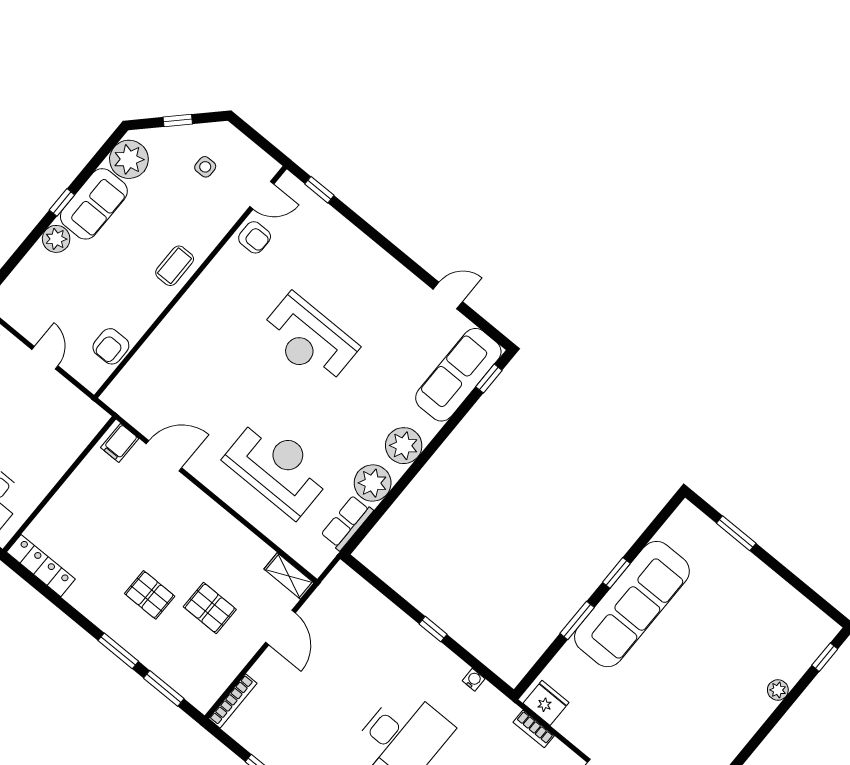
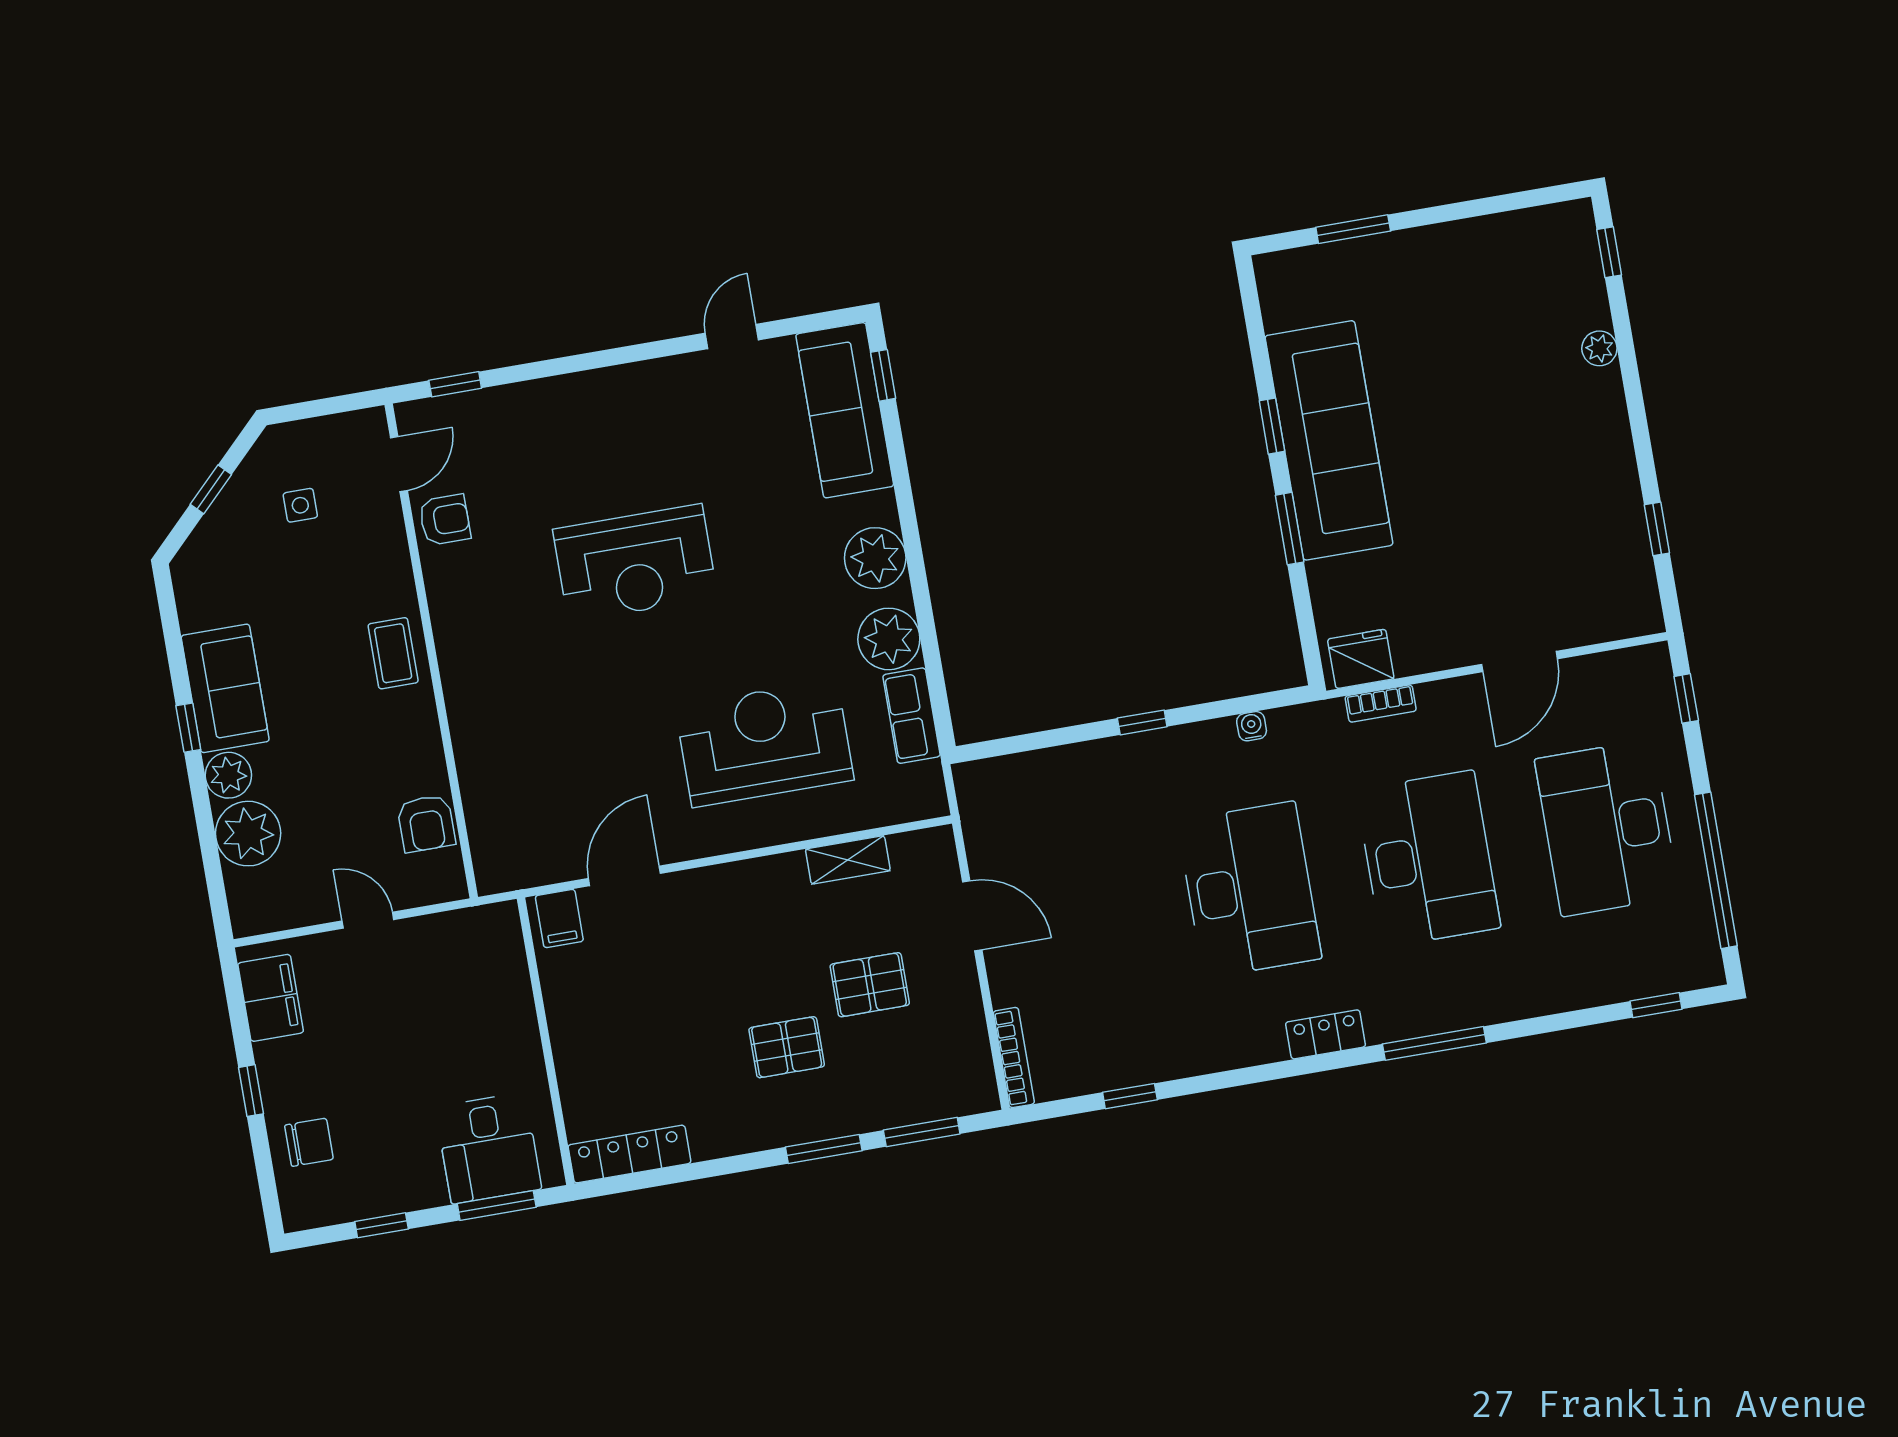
plant: (129, 159) -> (248, 834), moved
shelving: (289, 576) -> (848, 860), moved

